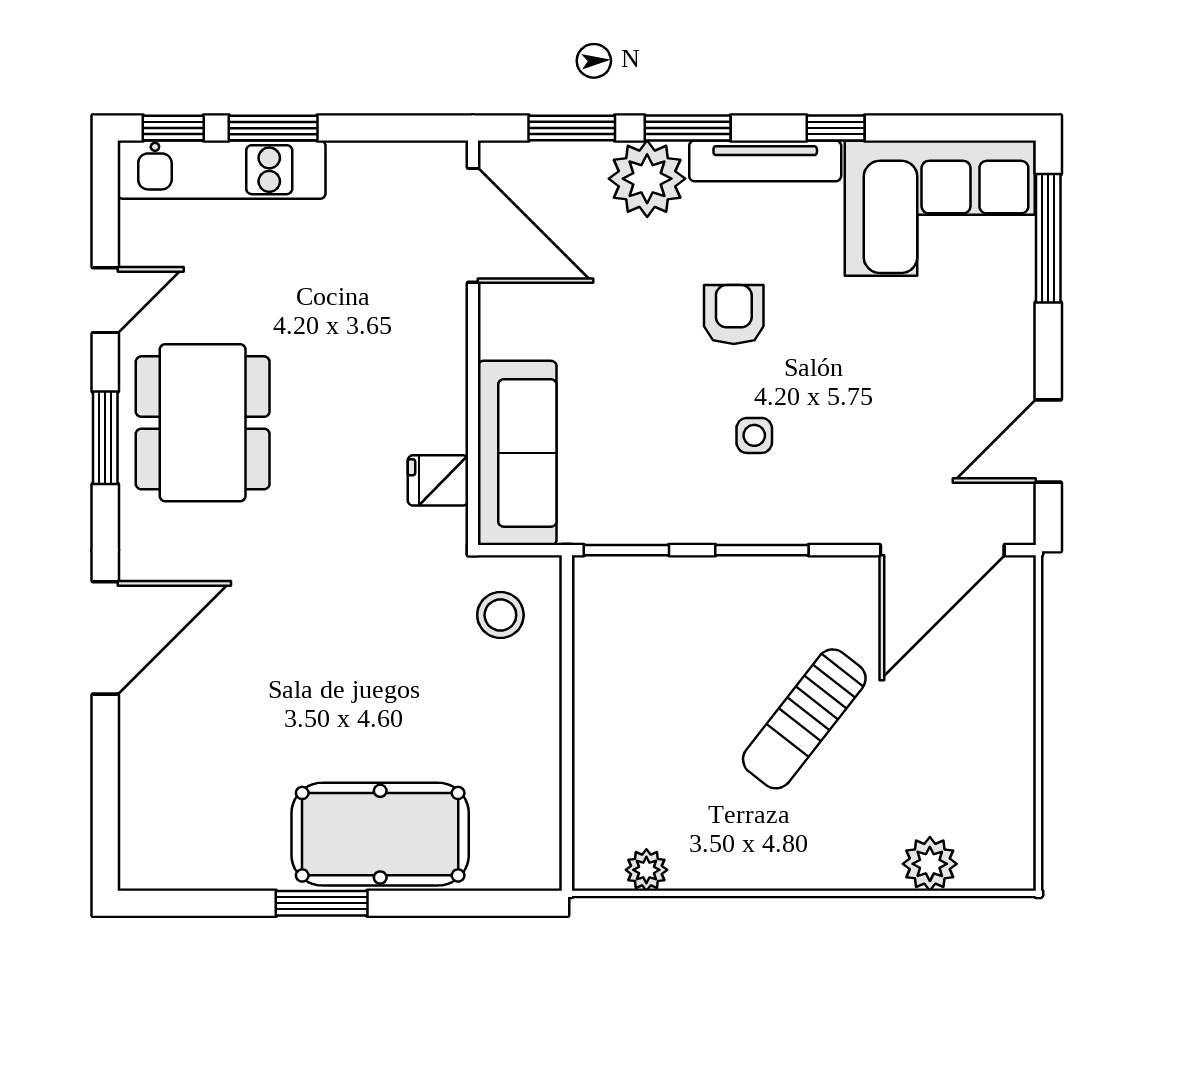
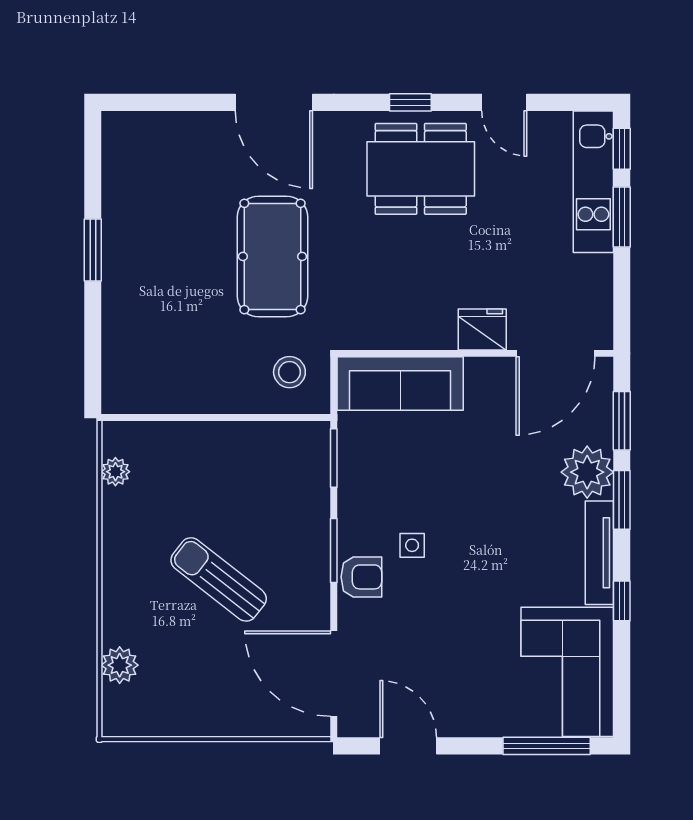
armchair: (734, 314) -> (361, 577), moved
window: (105, 438) -> (410, 102), width x0.67
fridge: (438, 480) -> (482, 329), moved, width x1.38
pool table: (380, 834) -> (272, 256), moved

